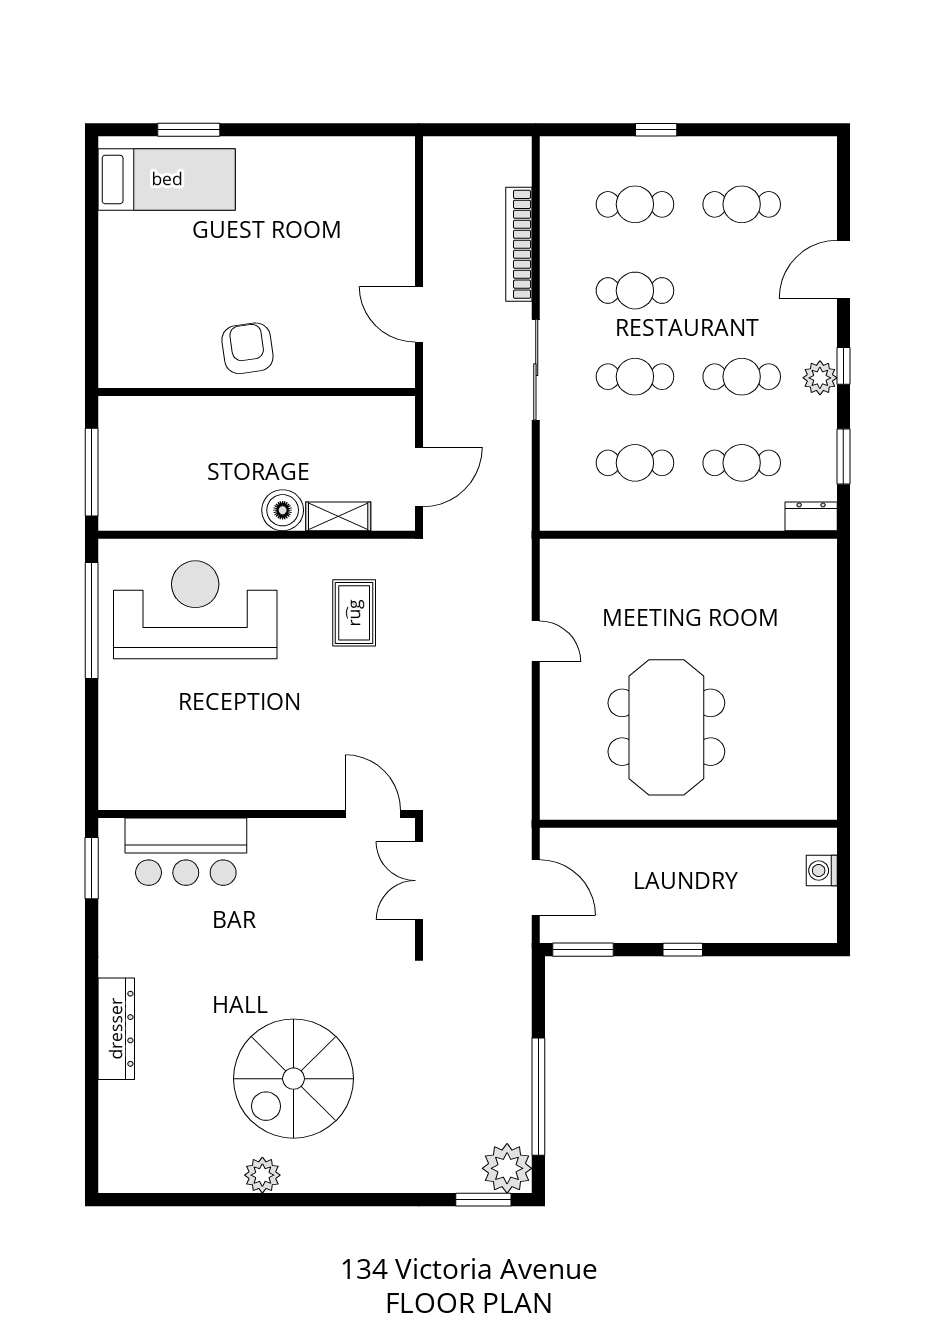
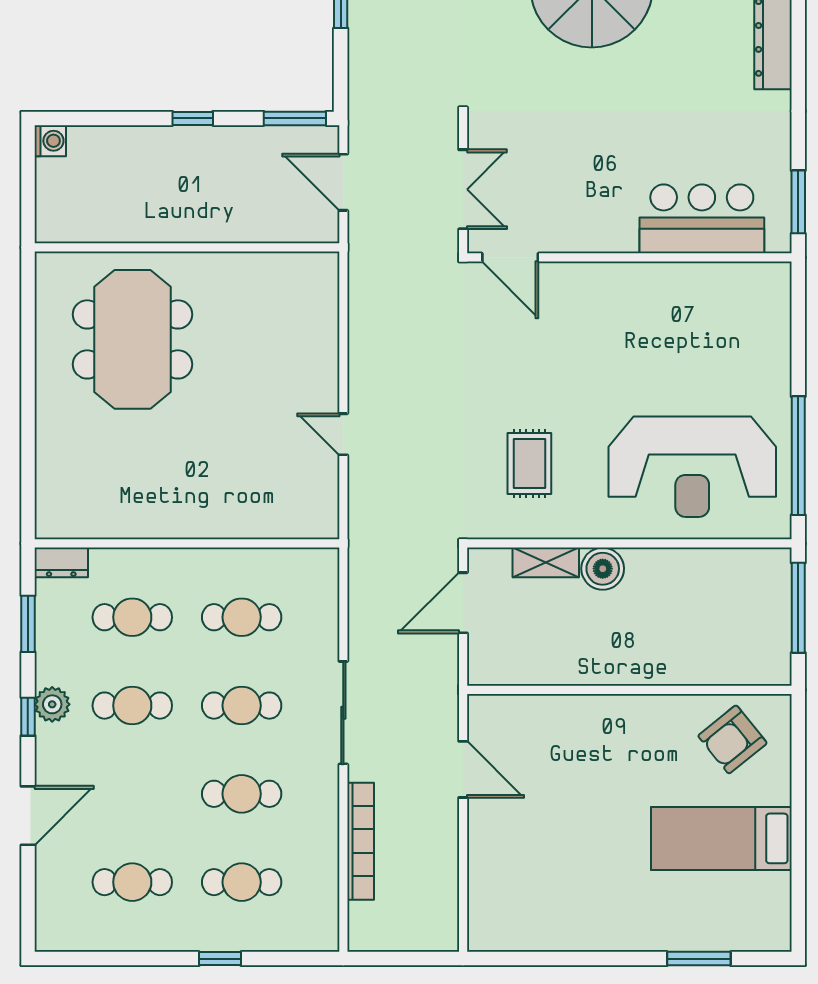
bed: (167, 179) -> (721, 838), moved
armchair: (247, 348) -> (732, 739), moved, turned 59
meeting table: (666, 727) -> (133, 339), moved
washing machine: (822, 871) -> (50, 141), moved

